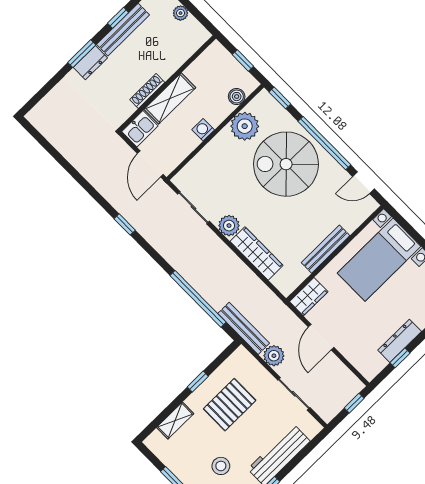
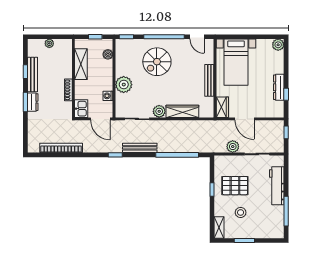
shelving: (170, 98) -> (81, 64), moved
plant: (245, 126) -> (124, 85), moved
washing machine: (203, 130) -> (108, 96), moved
bookcase: (69, 151) -> (61, 148), added
spiral stairs: (286, 164) -> (157, 62), width x0.73, depth x0.73
door: (363, 183) -> (197, 37), hinge flipped
bench: (244, 328) -> (140, 148), moved
pallet: (230, 405) -> (235, 186), turned 90
shelving: (175, 420) -> (219, 227), moved
stool: (221, 466) -> (241, 212), moved

